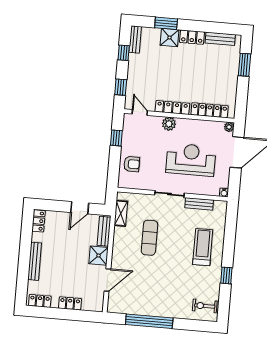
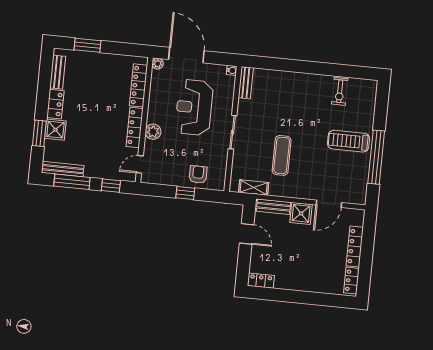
bench: (135, 39) -> (63, 169), width x1.36
window: (124, 53) -> (72, 182), width x2.17
window: (116, 138) -> (185, 193), moved
bench: (199, 204) -> (246, 83), moved
exercise mat: (149, 238) -> (282, 155), turned 90
treadmill: (203, 247) -> (349, 141), moved
bench: (35, 261) -> (307, 286), removed
window: (226, 275) -> (326, 69), removed
door: (107, 280) -> (329, 204), swing flipped
locker: (70, 303) -> (355, 246), width x1.53
exercise bike: (205, 306) -> (340, 91), moved

